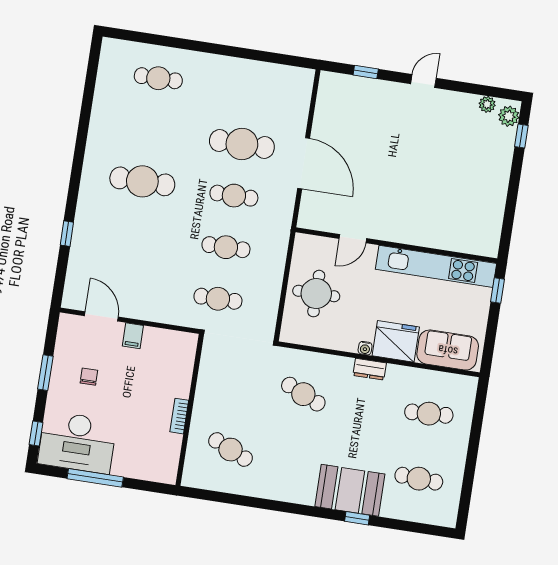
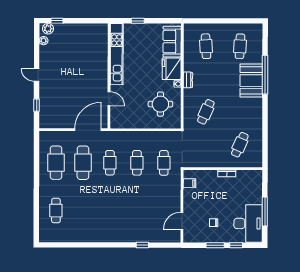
cafe table: (142, 181) -> (56, 163), moved
door: (353, 239) -> (109, 99), moved
wall: (396, 245) -> (109, 76), moved
kitchen unit: (436, 266) -> (117, 54), moved
round table: (316, 294) -> (160, 104), moved
filing cabinet: (133, 336) -> (189, 183), moved
window: (36, 433) -> (236, 245), moved
window: (357, 518) -> (265, 75), width x3.17

